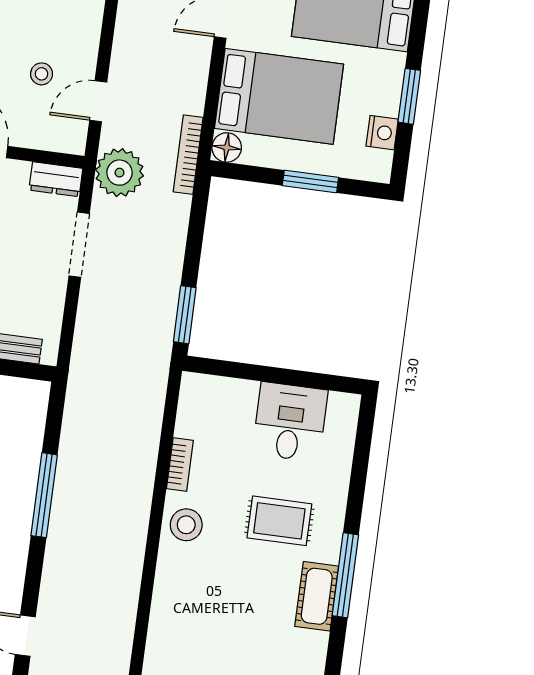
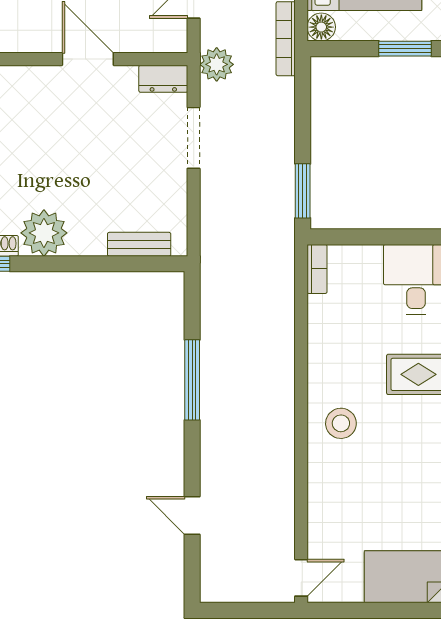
plant: (120, 173) -> (217, 64), width x0.73, depth x0.73
bookcase: (180, 465) -> (317, 269), moved
stool: (186, 525) -> (341, 423), moved

